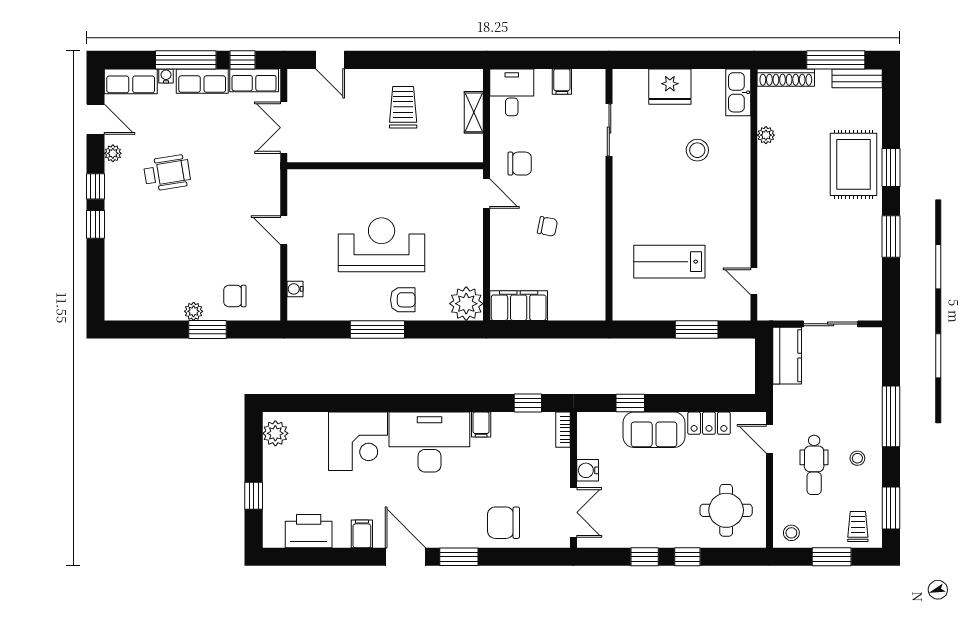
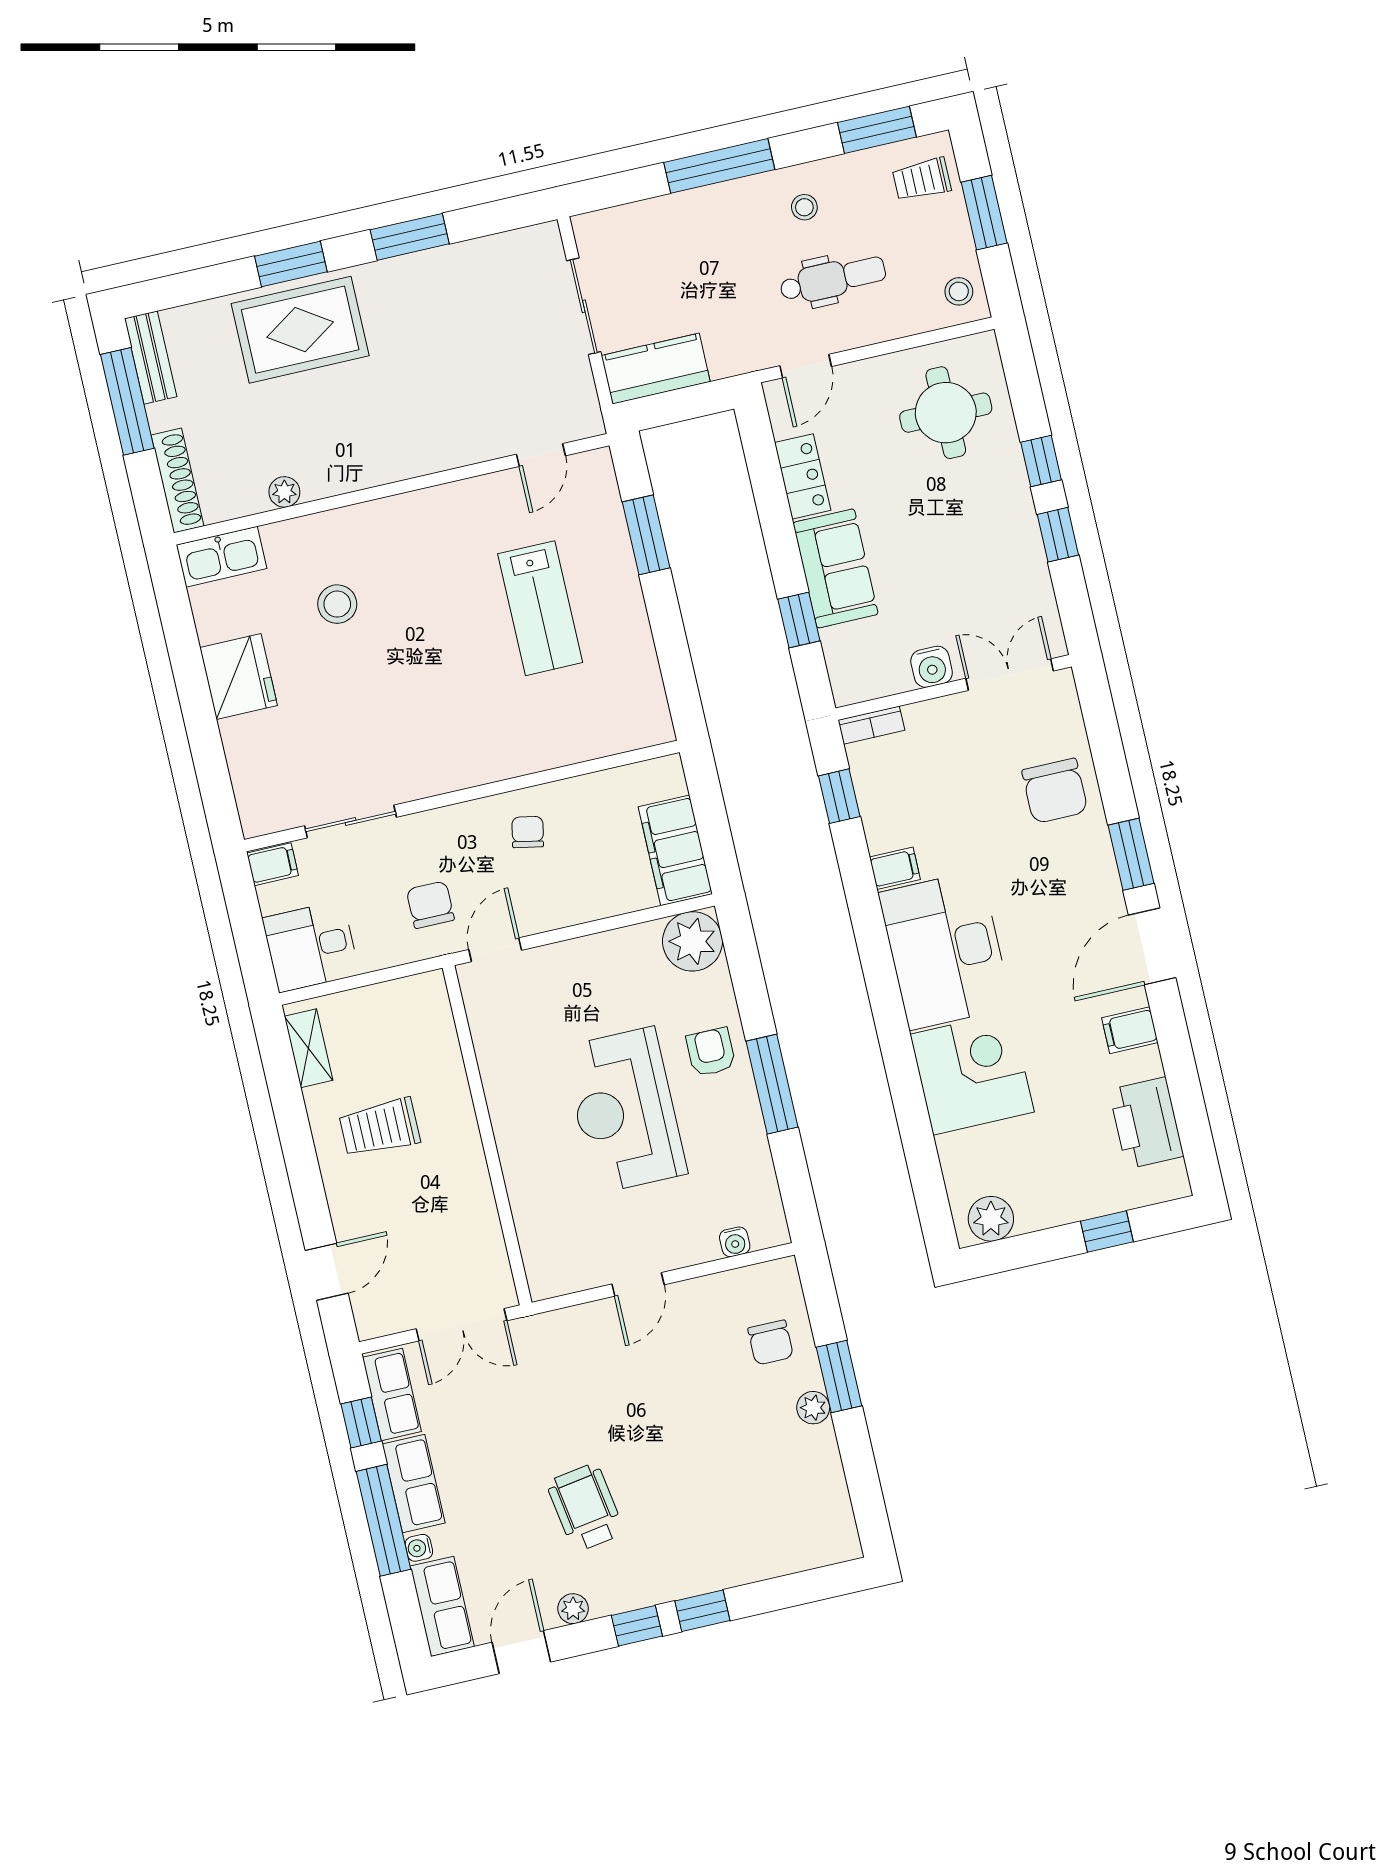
shelving: (474, 112) -> (309, 1048), moved, turned 90
sliding door: (609, 130) -> (351, 821), moved
wall: (609, 195) -> (462, 796), moved

